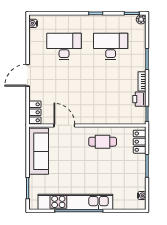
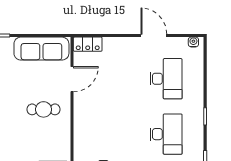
door: (28, 75) -> (154, 36), moved
cafe table: (103, 142) -> (44, 109), moved, turned 90

